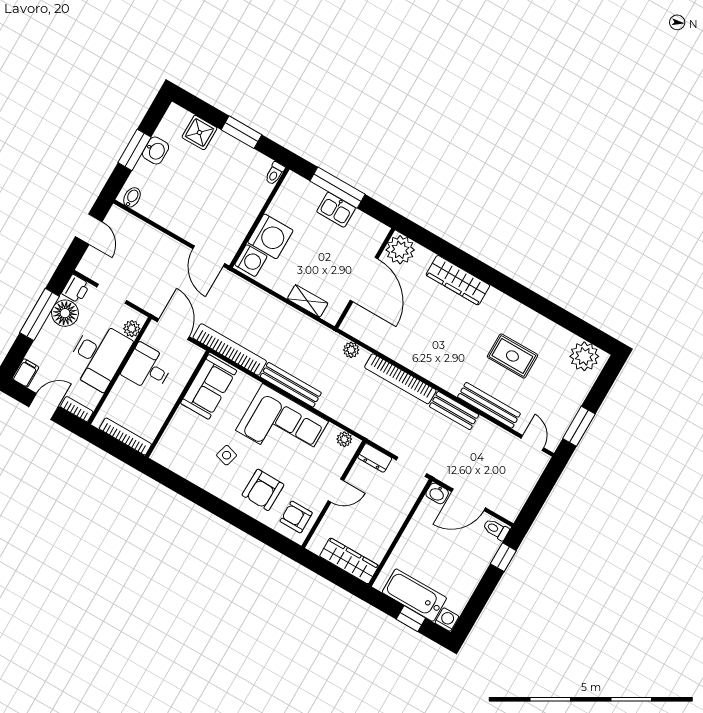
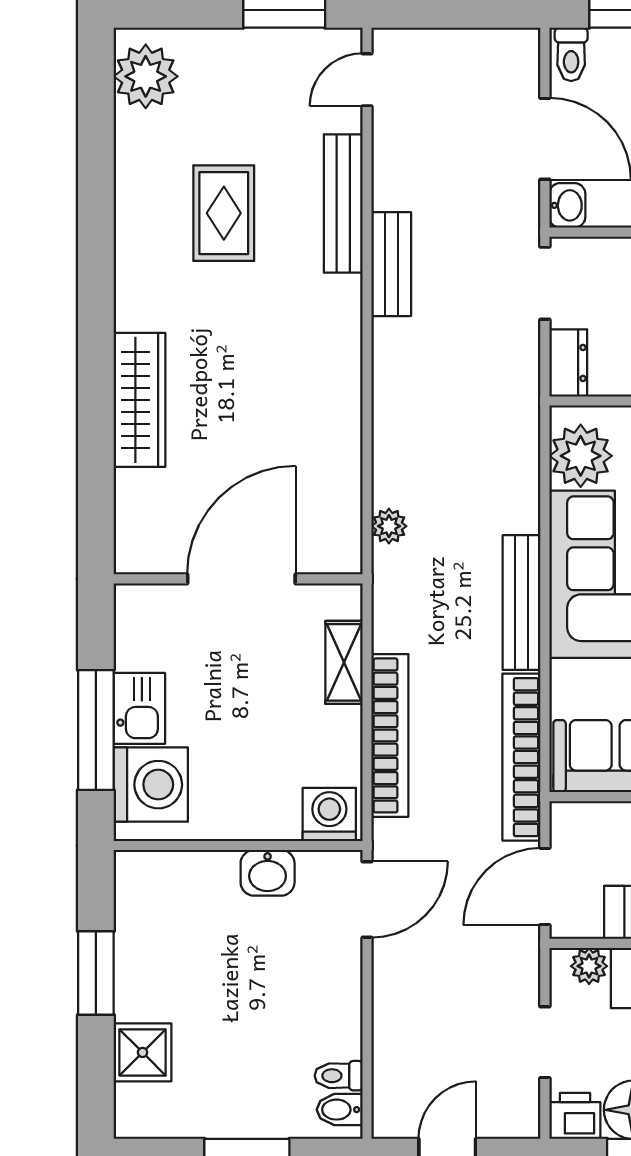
washbasin: (156, 151) -> (268, 873), moved, turned 180
toilet: (275, 173) -> (339, 1076), moved, turned 180
washing machine: (270, 236) -> (151, 785), moved, turned 90
plant: (400, 250) -> (145, 543), removed
bookcase: (400, 379) -> (390, 735), moved
plant: (344, 439) -> (581, 456), width x1.88, depth x1.88

